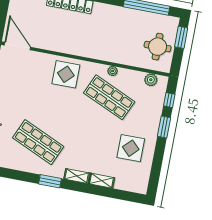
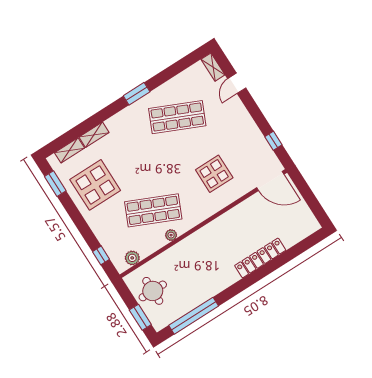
display table: (66, 74) -> (214, 174), moved
window: (164, 127) -> (55, 184), moved
display table: (131, 148) -> (95, 185), width x1.36, depth x1.36
shelving: (77, 176) -> (69, 150), moved

